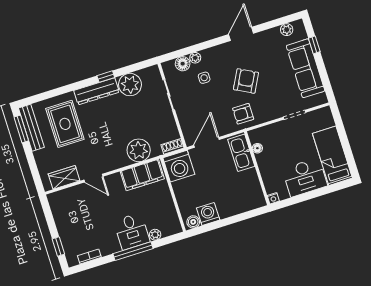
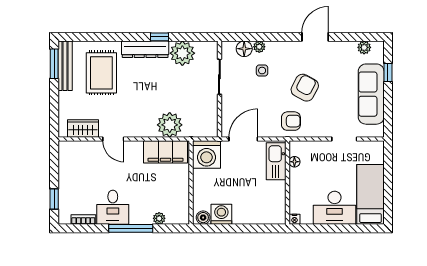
armchair: (243, 114) -> (291, 121), turned 180
shoe rack: (172, 146) -> (206, 132), removed
desk: (132, 231) -> (113, 207), moved

